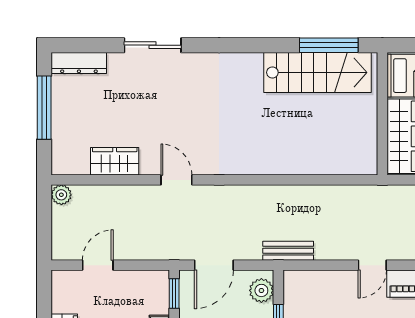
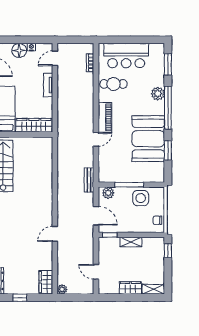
window: (44, 108) -> (20, 298), width x0.46
wardrobe: (115, 161) -> (46, 282), moved
door: (372, 265) -> (96, 139), hinge flipped

